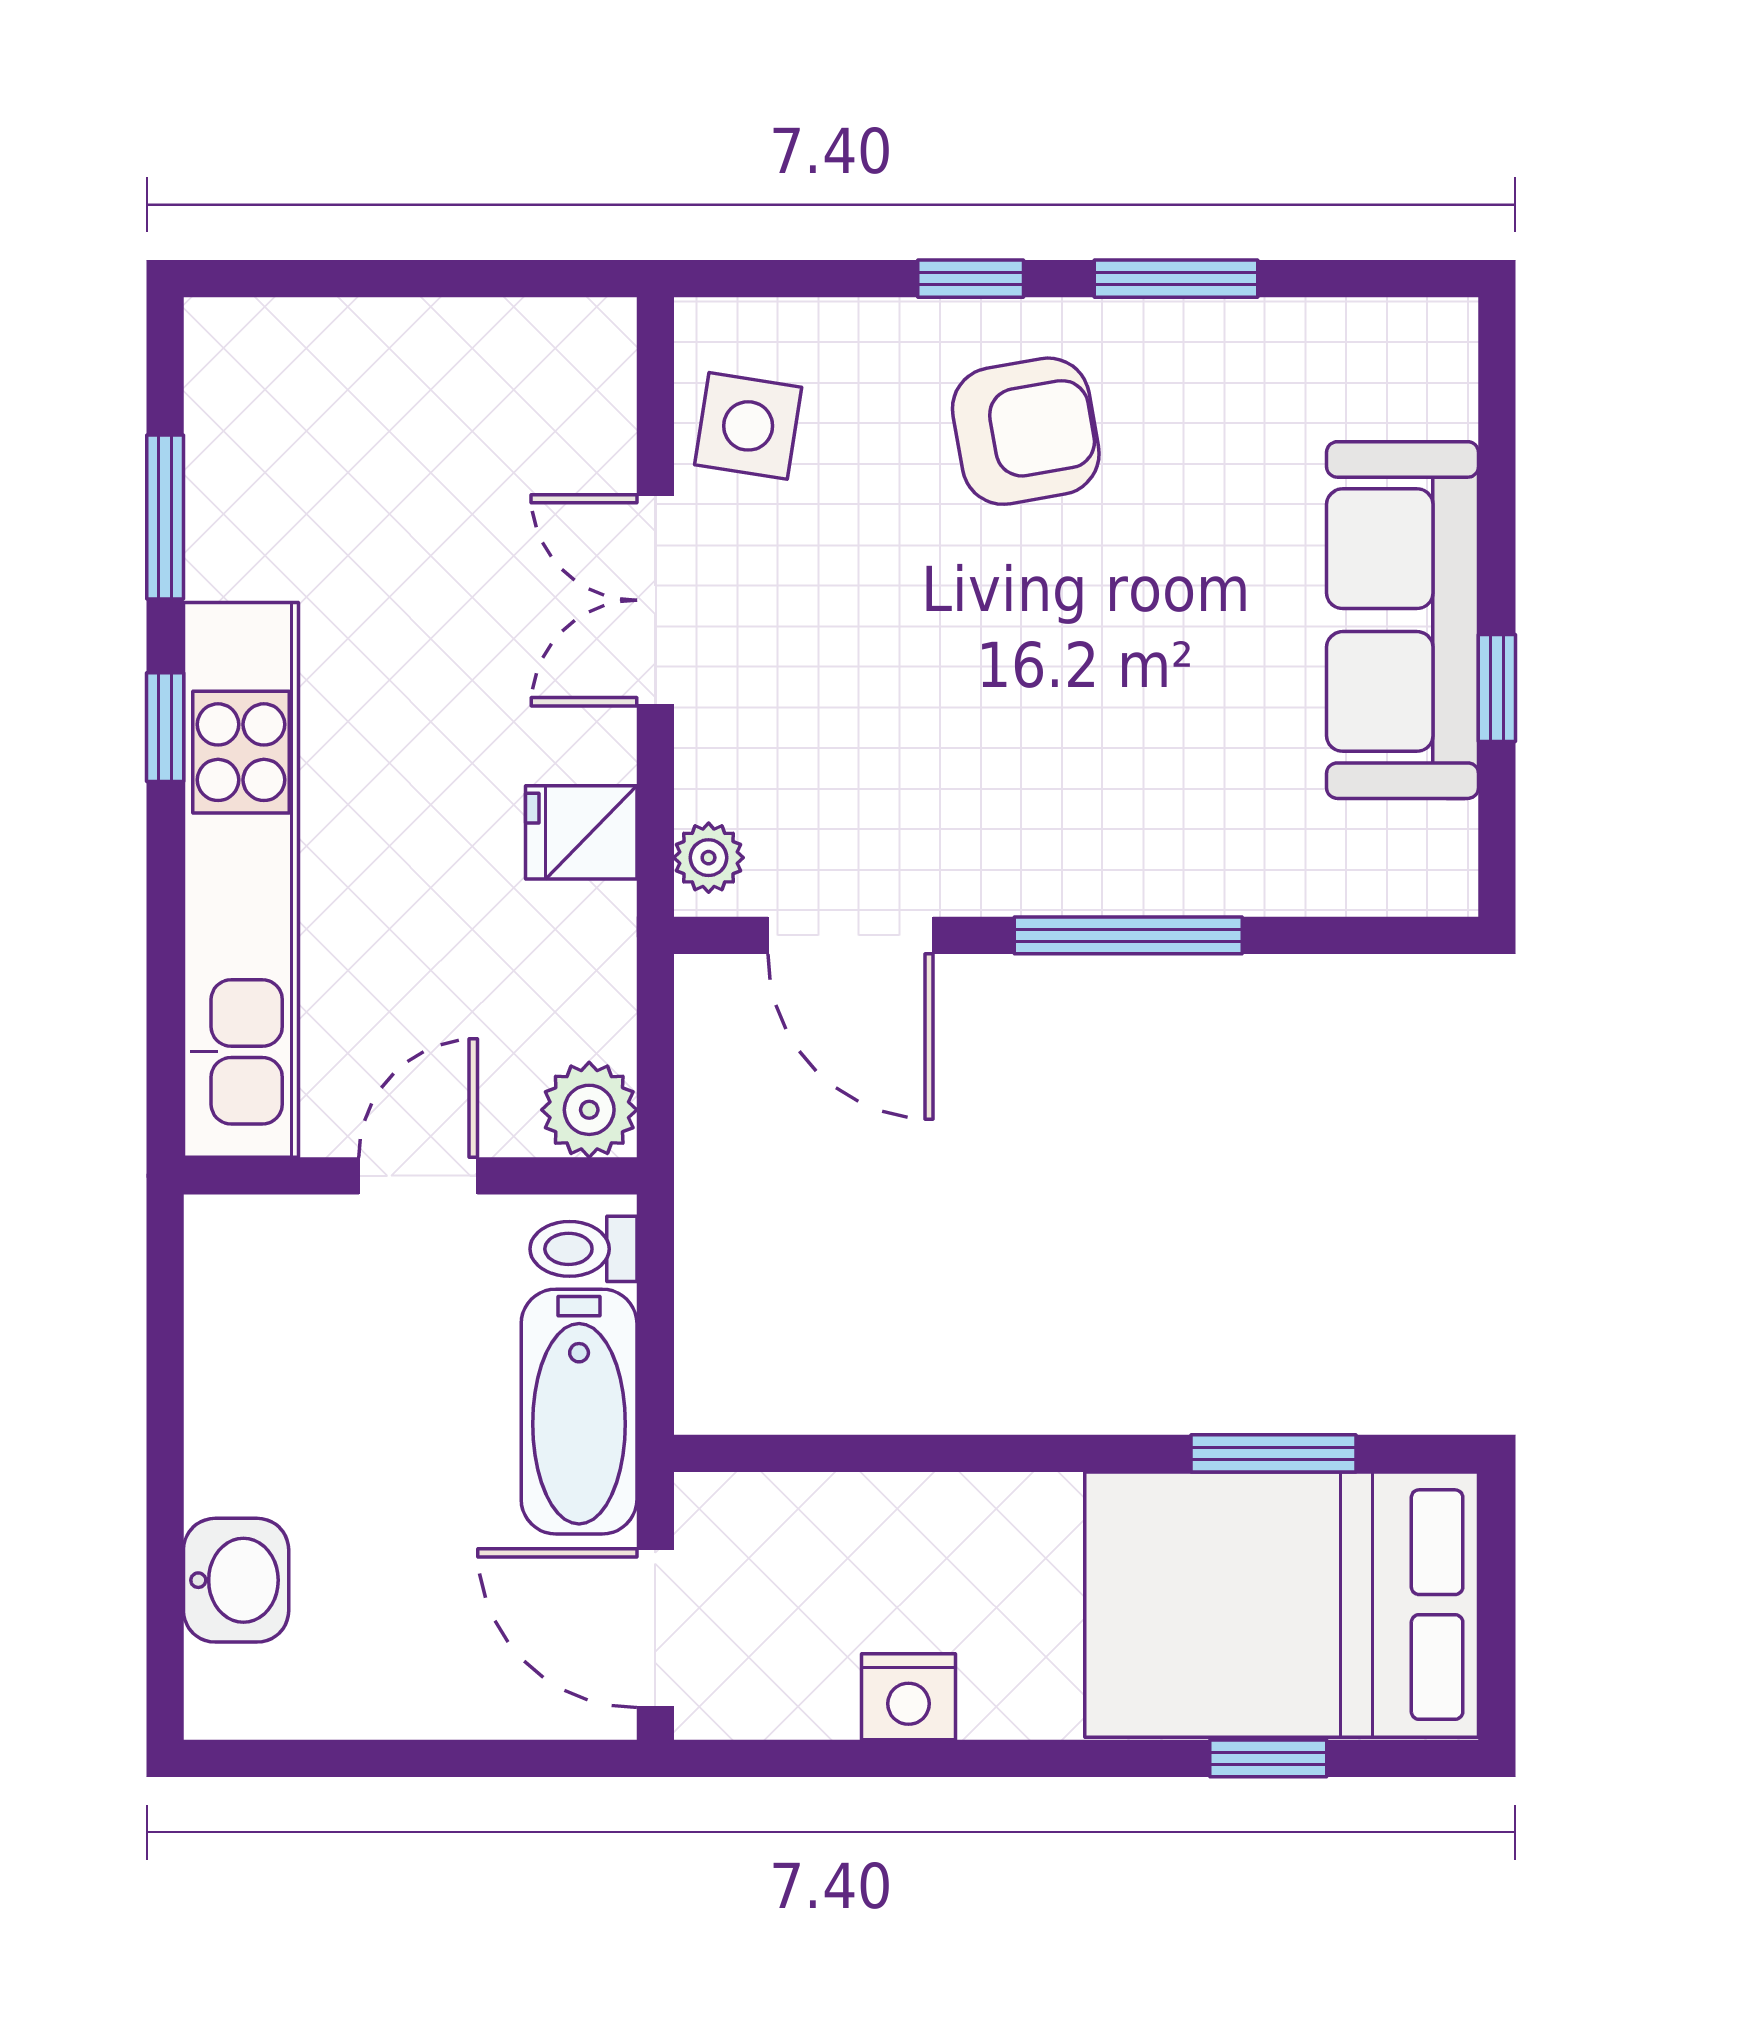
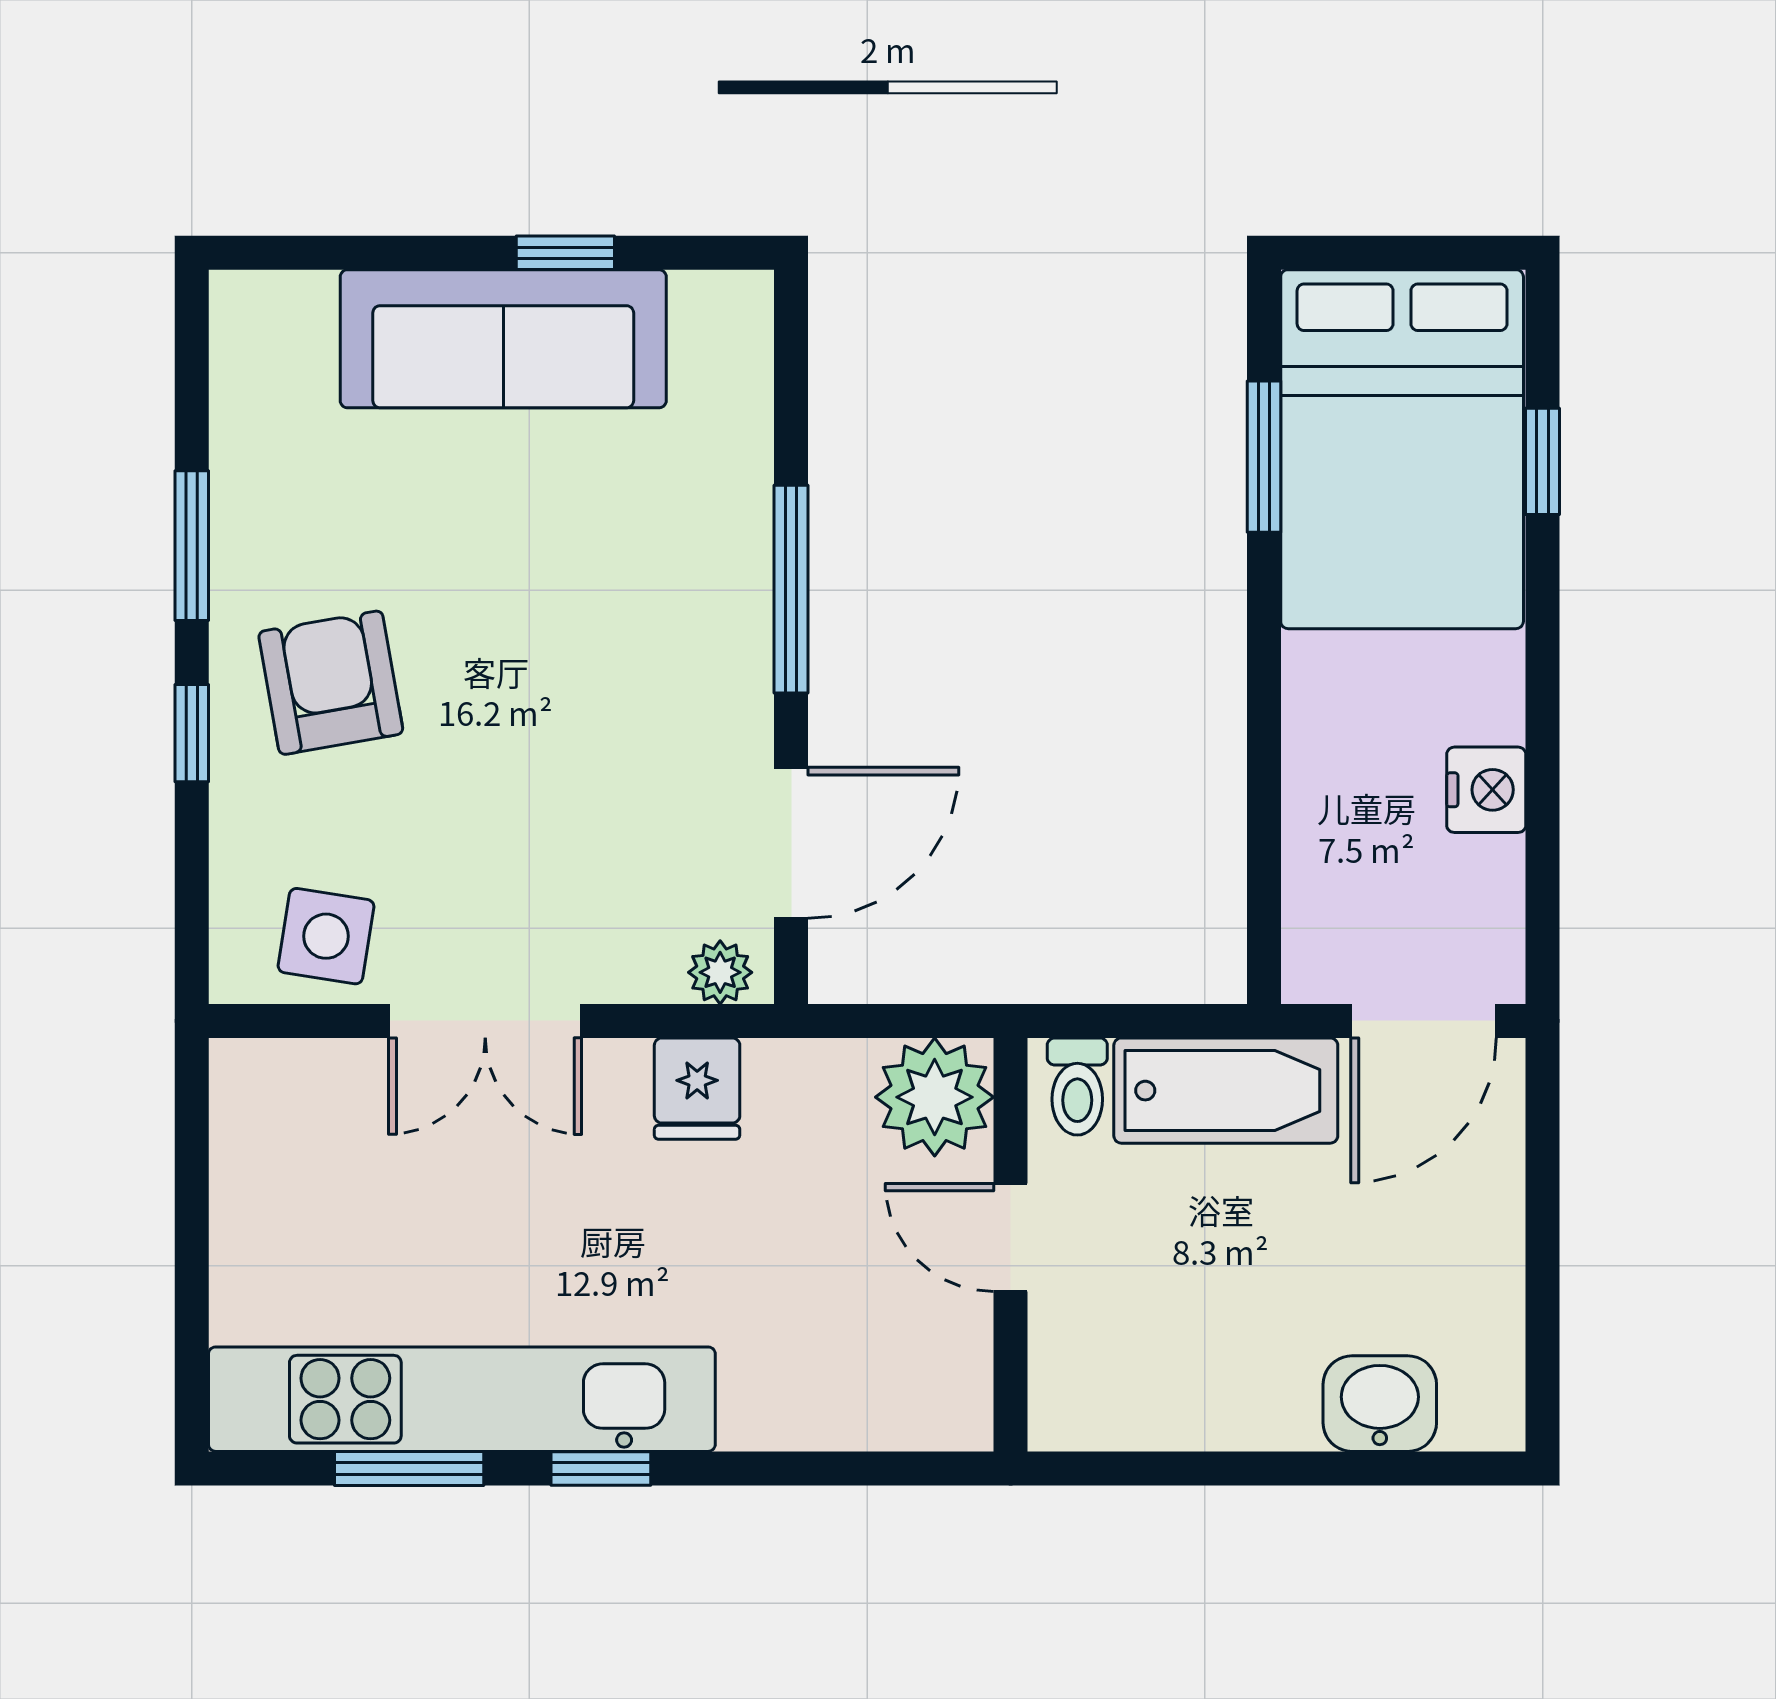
kitchen unit: (241, 880) -> (462, 1399), moved
plant: (589, 1110) -> (935, 1097), width x1.36, depth x1.36

